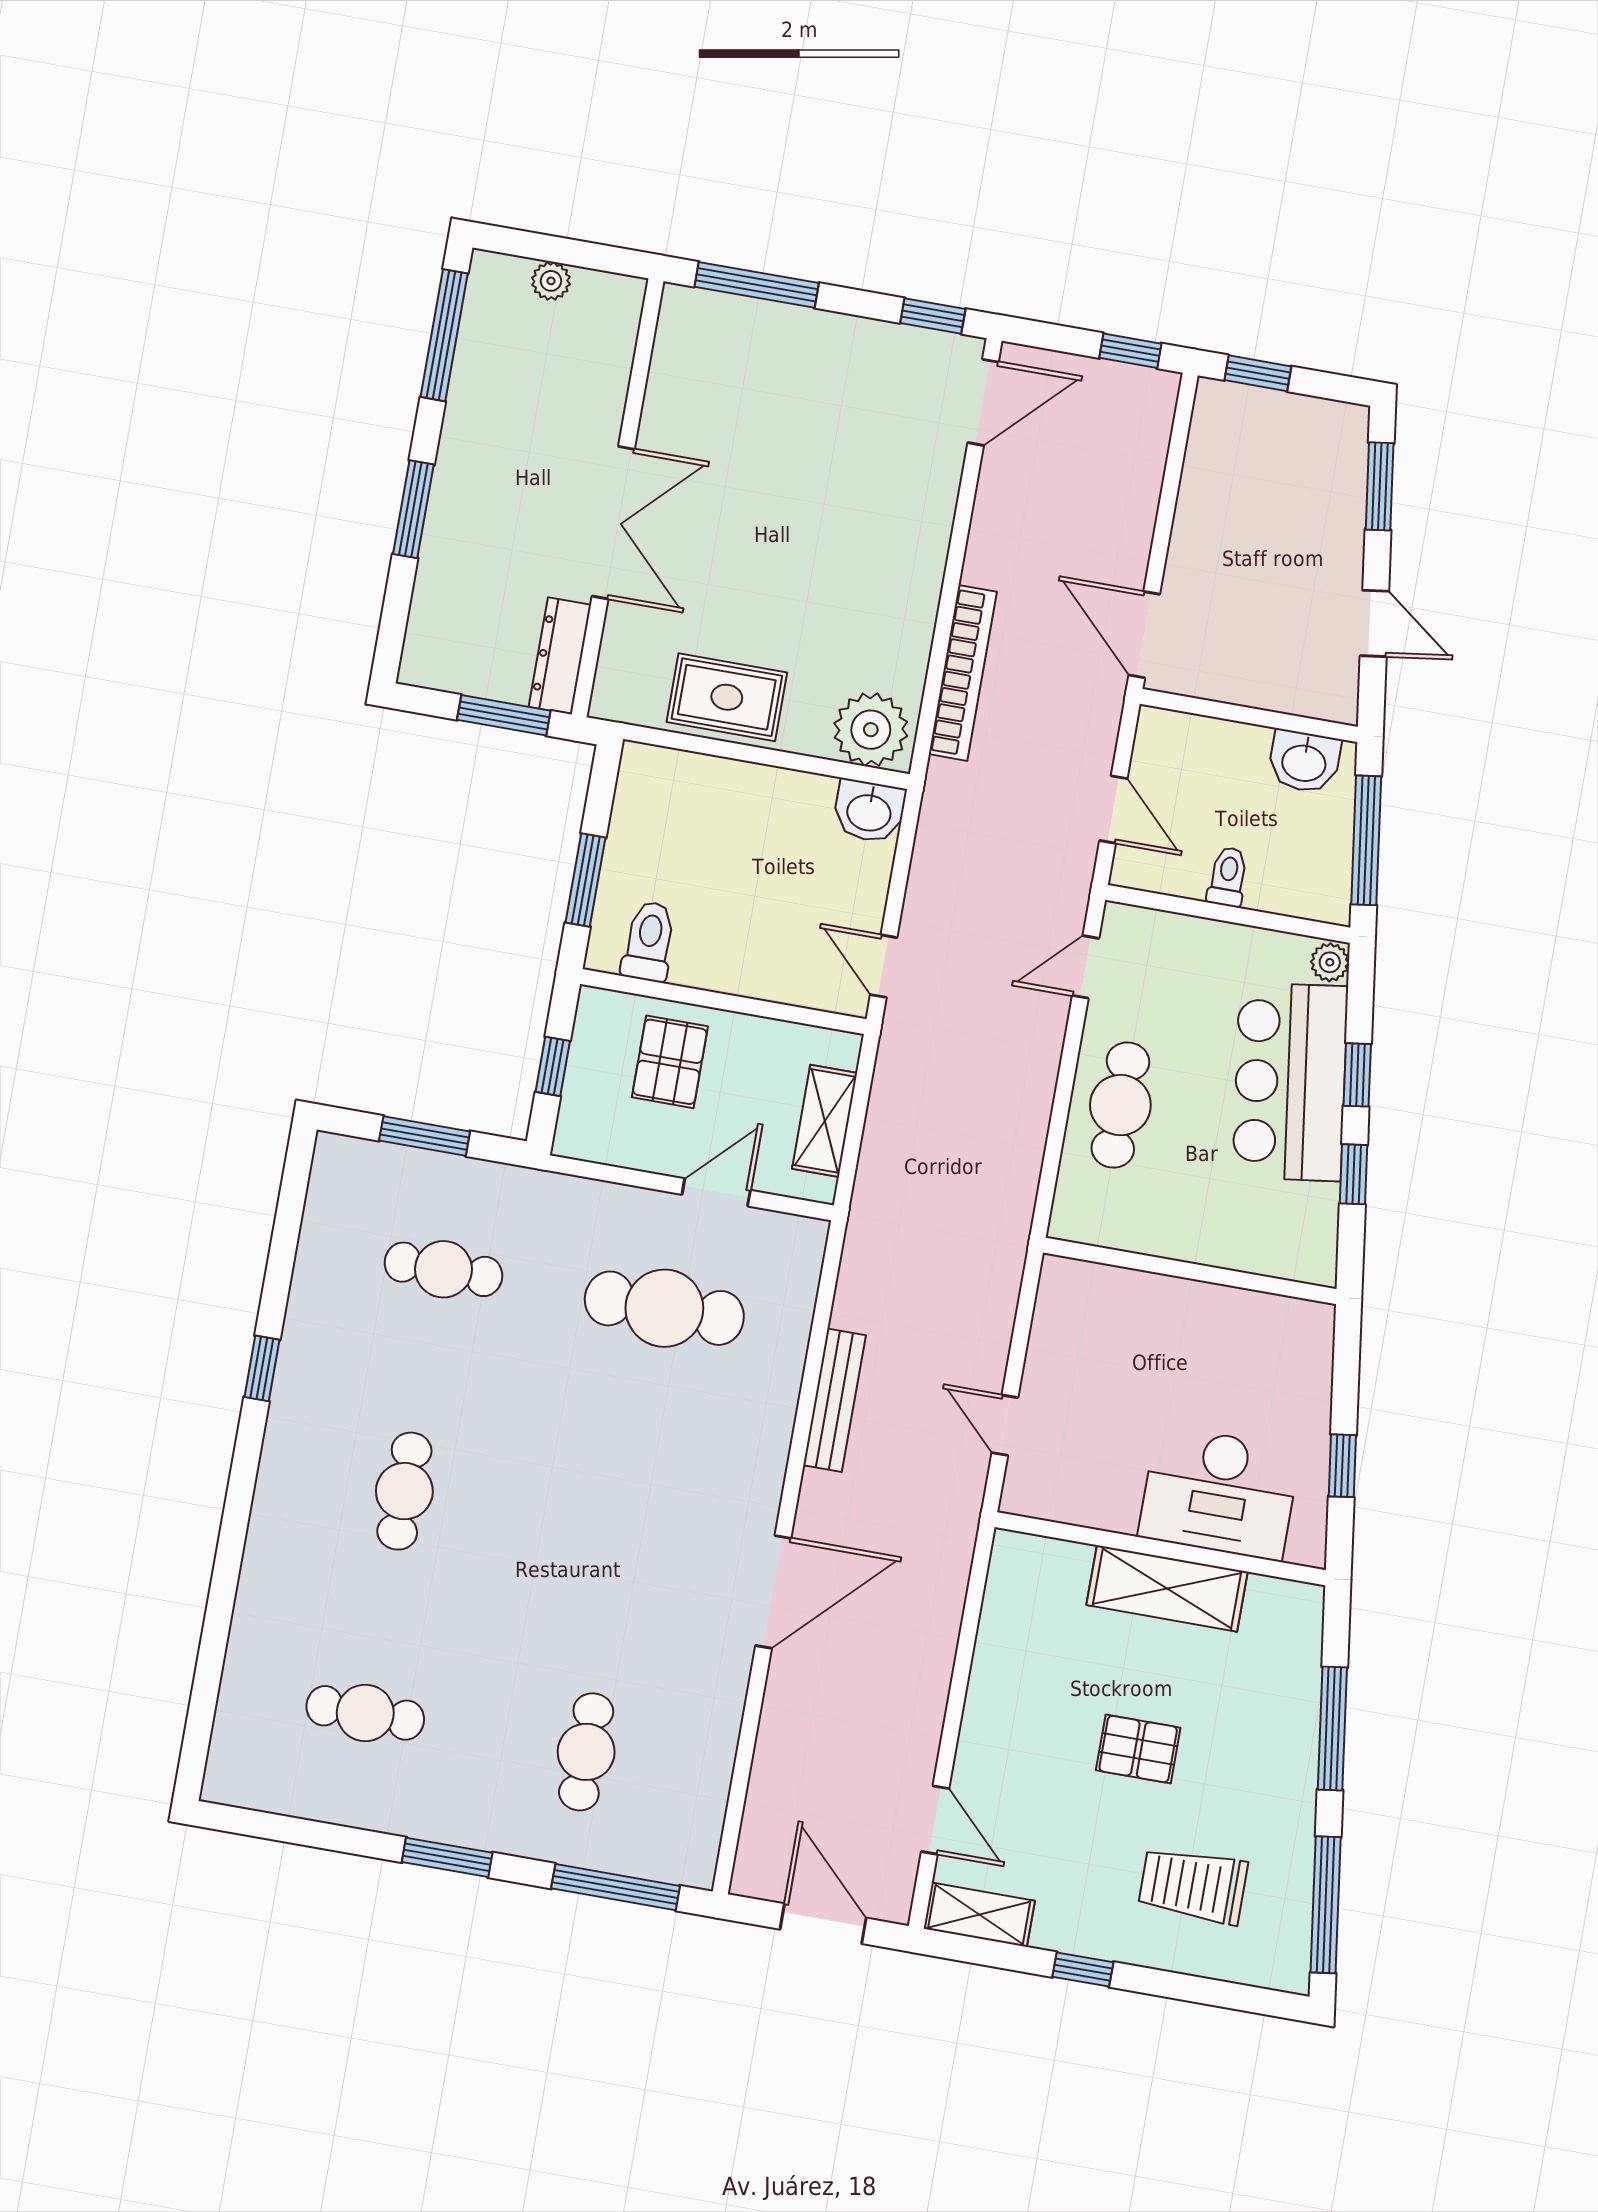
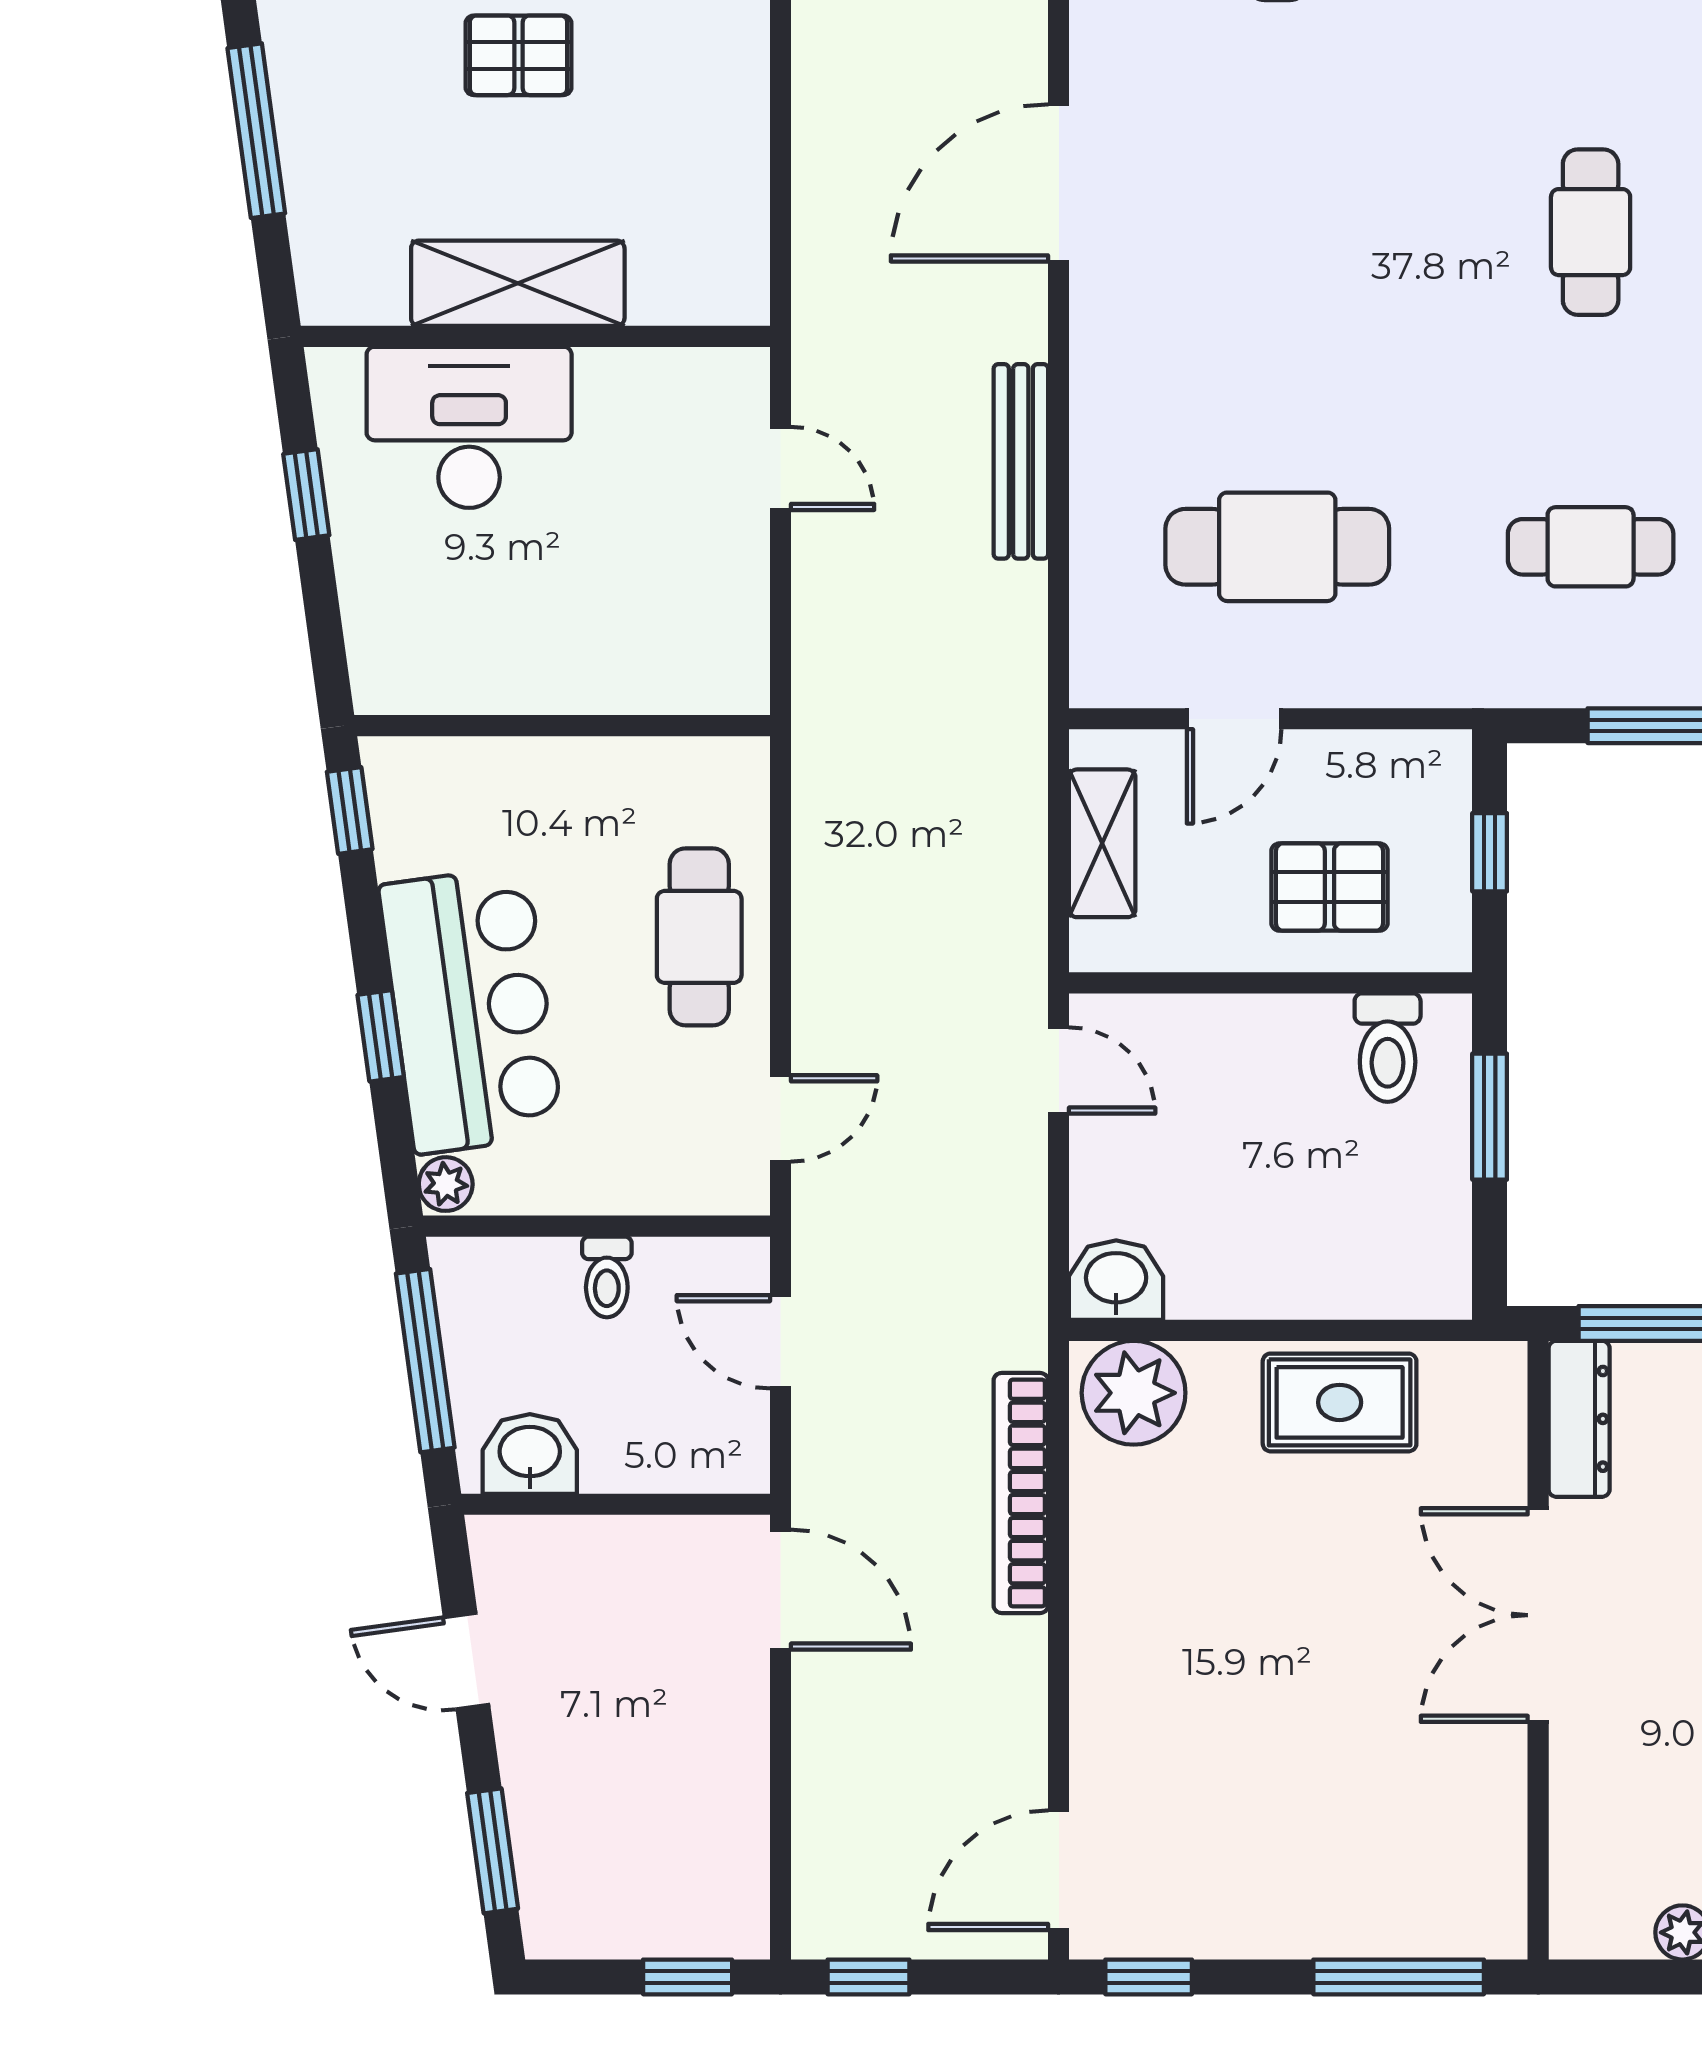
pallet: (670, 1062) -> (1329, 887), turned 90
window: (1353, 1174) -> (350, 811), moved

